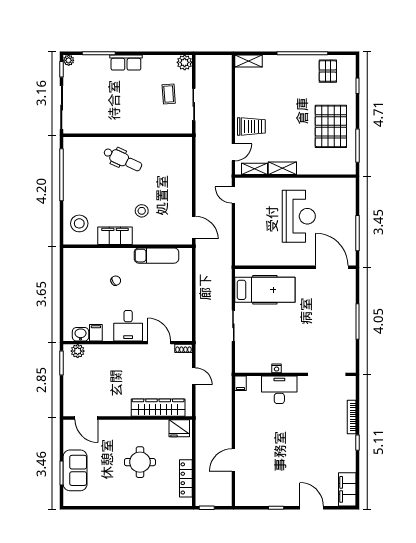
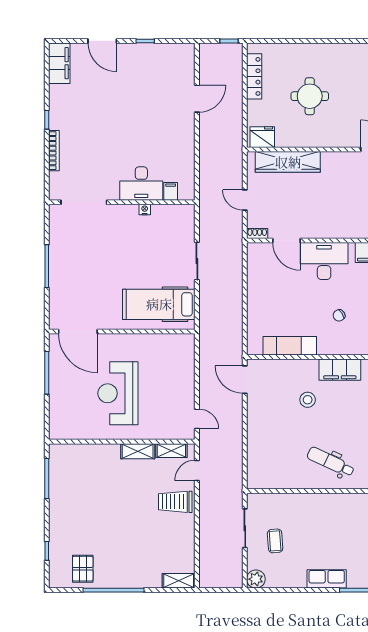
pallet: (331, 126) -> (79, 502), removed
desk: (128, 326) -> (324, 261), width x1.37
filing cabinet: (240, 383) -> (171, 191), moved

